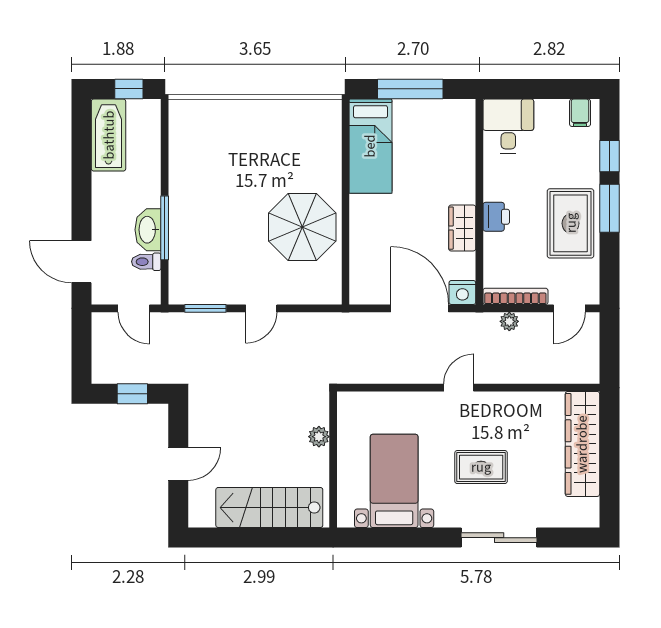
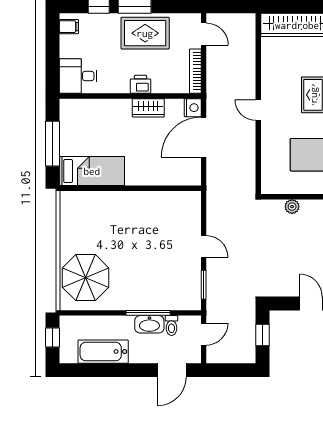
bathtub: (109, 135) -> (103, 352), moved
parasol: (302, 227) -> (86, 278), moved
plant: (509, 321) -> (213, 75), removed

